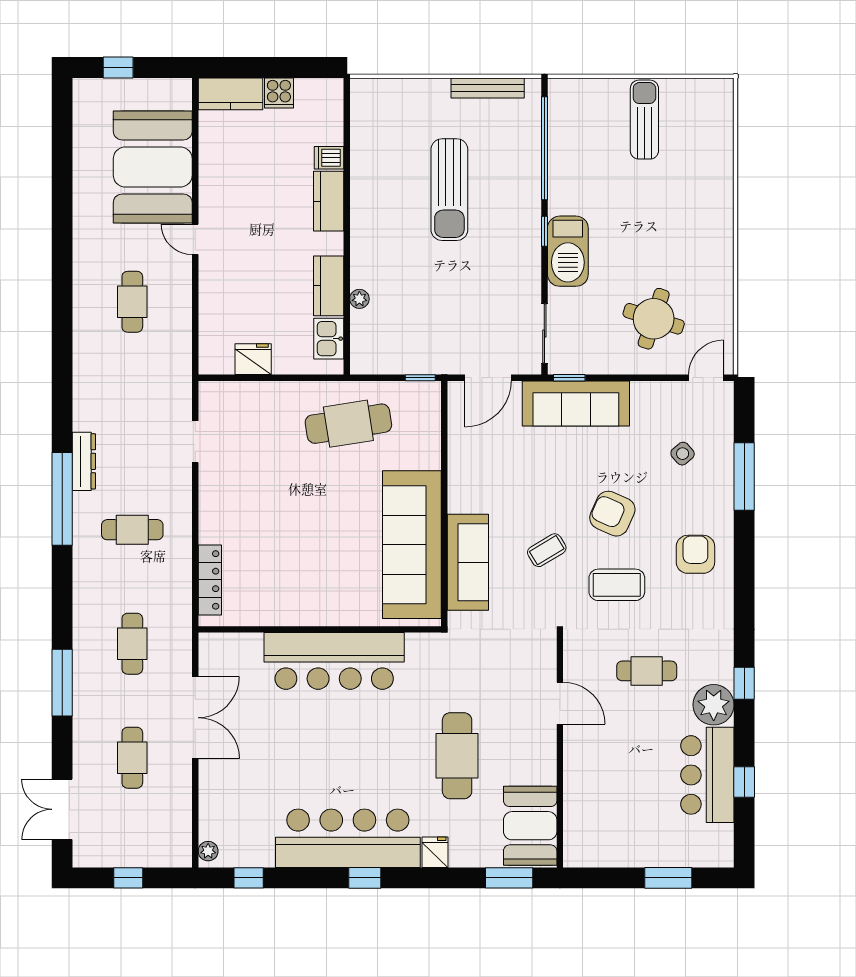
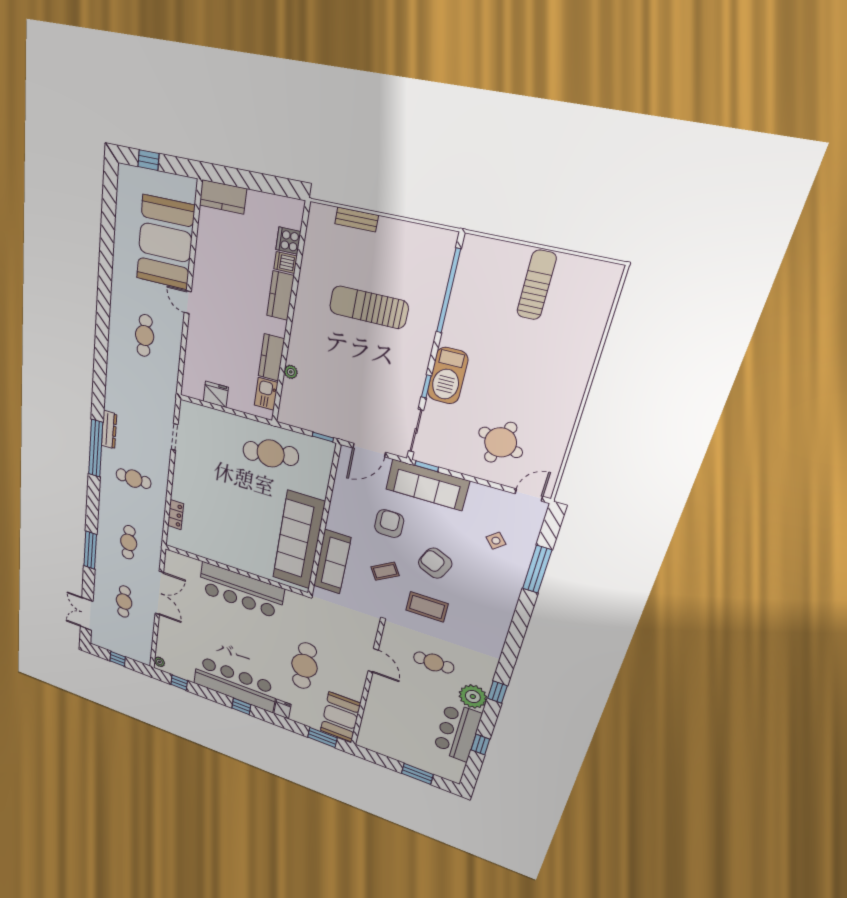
bench: (488, 88) -> (357, 219), moved, width x0.73
cooker: (279, 93) -> (288, 241), moved, turned 90
sun lounger: (449, 190) -> (369, 307), turned 90
window: (544, 231) -> (426, 386), moved
armchair: (695, 554) -> (389, 524), moved
locker: (210, 580) -> (176, 515), width x0.66

